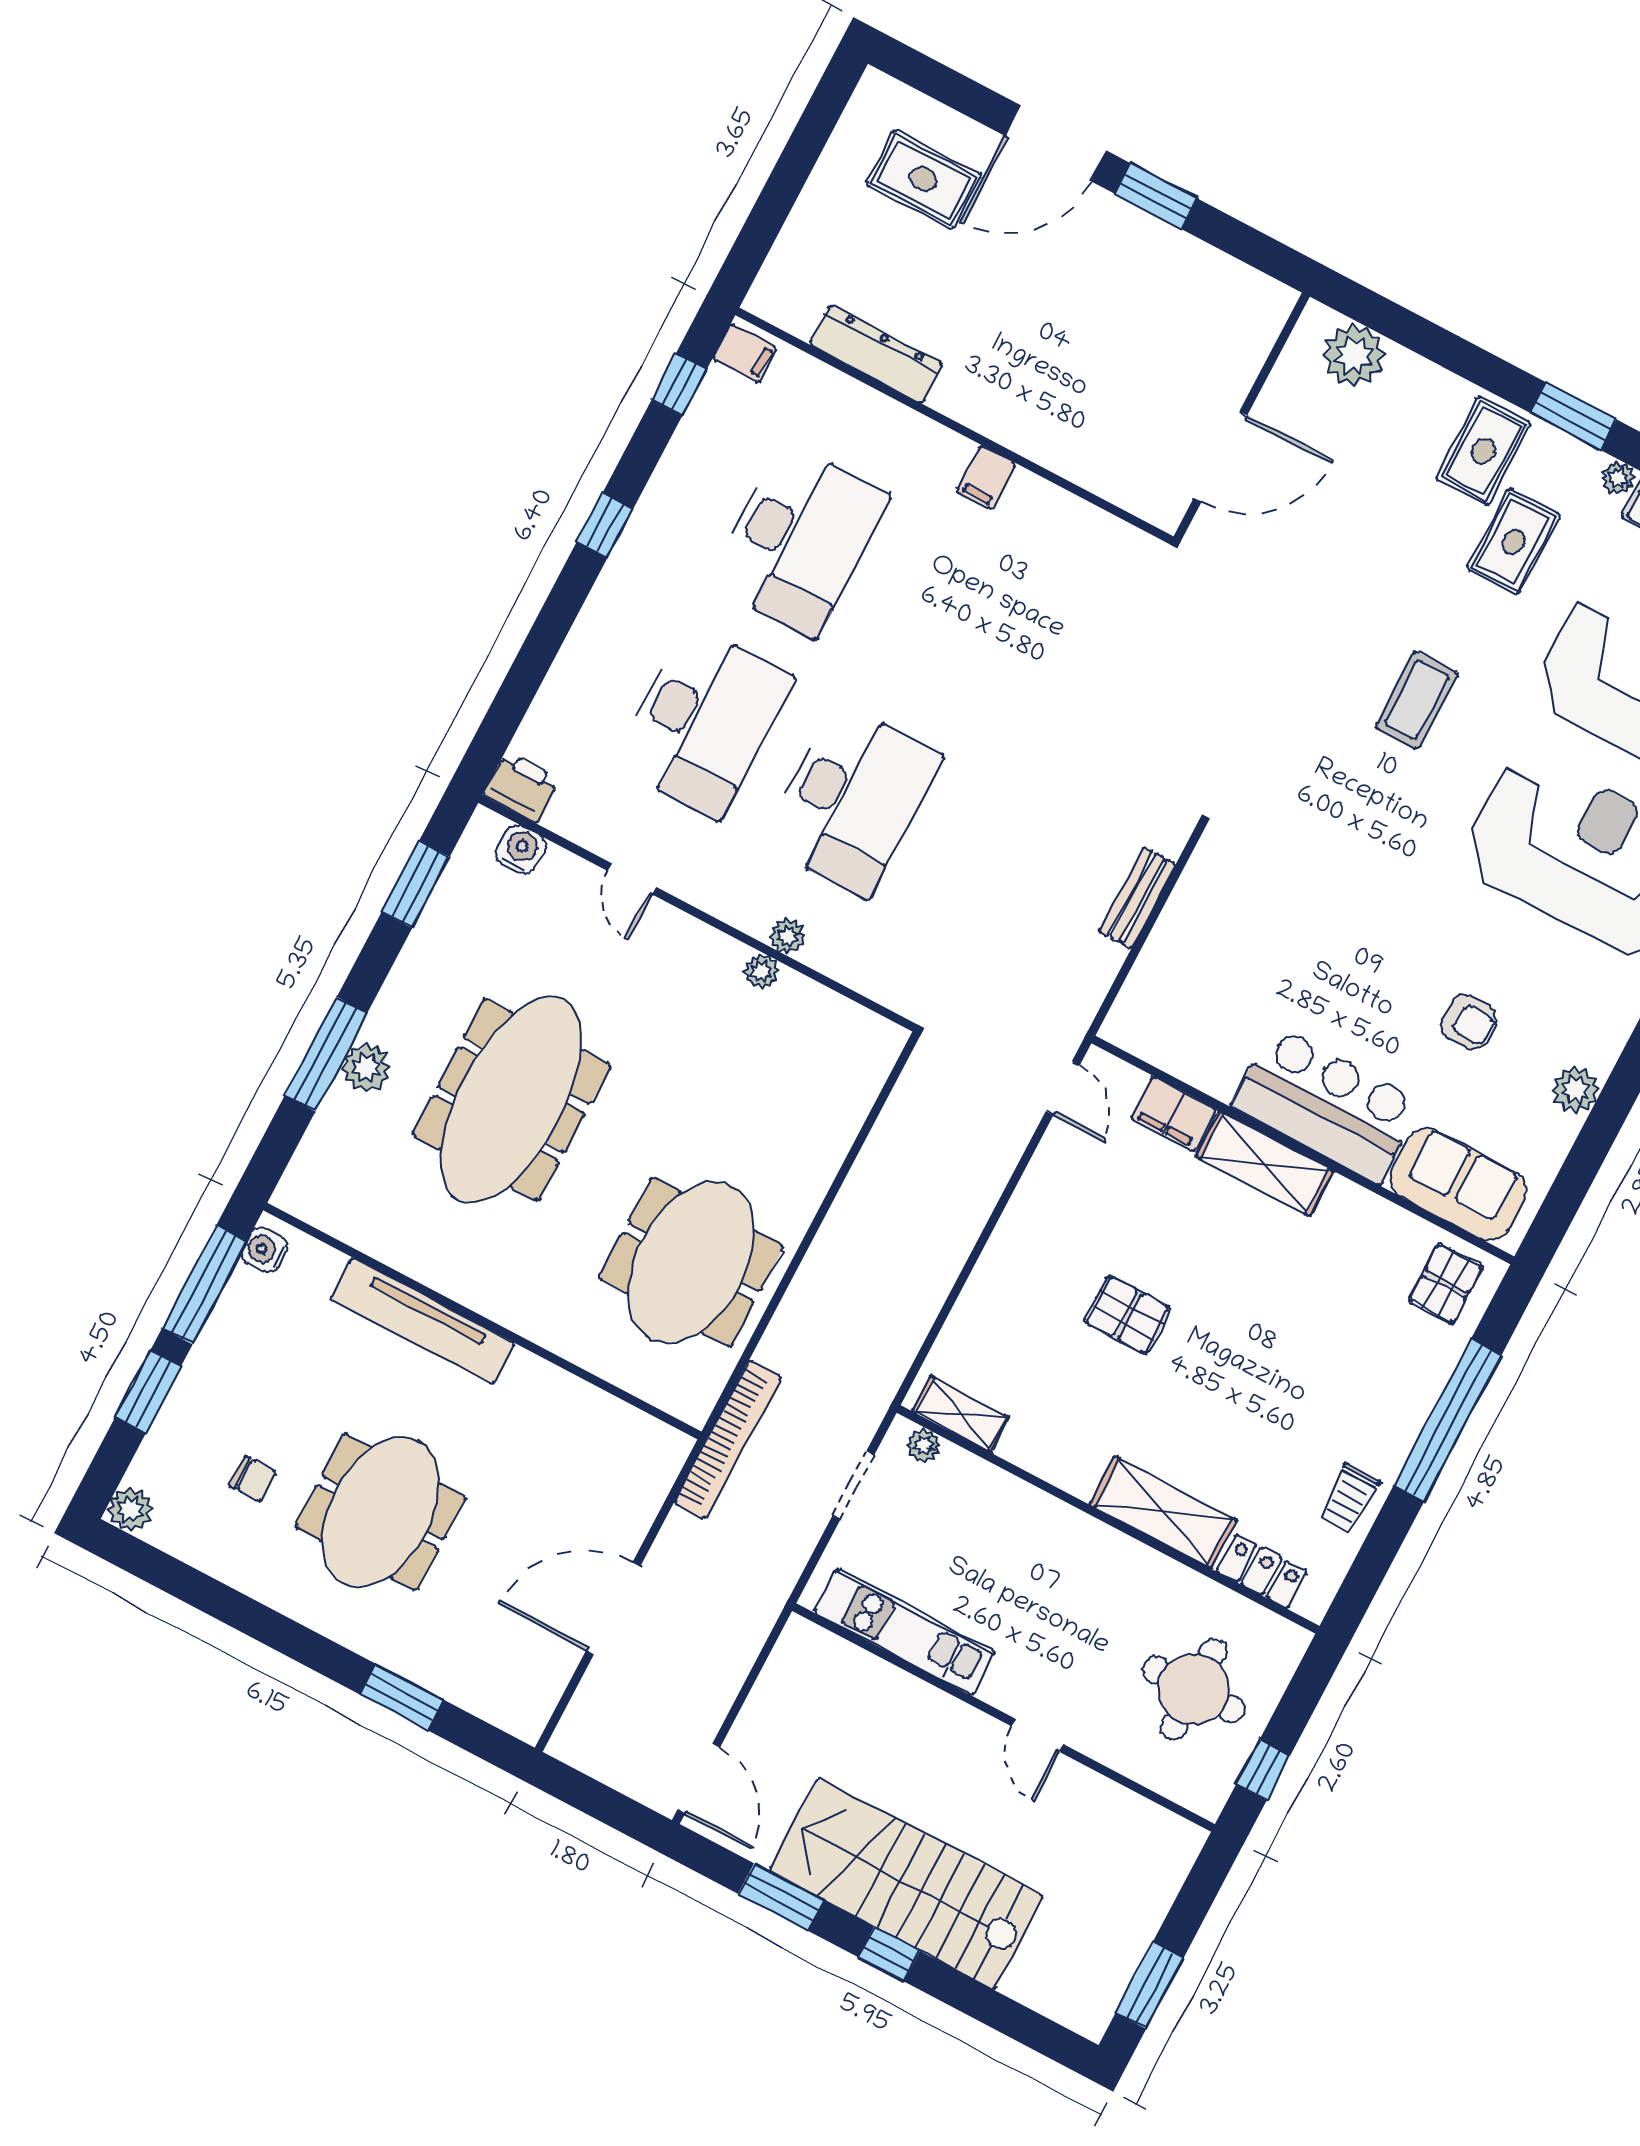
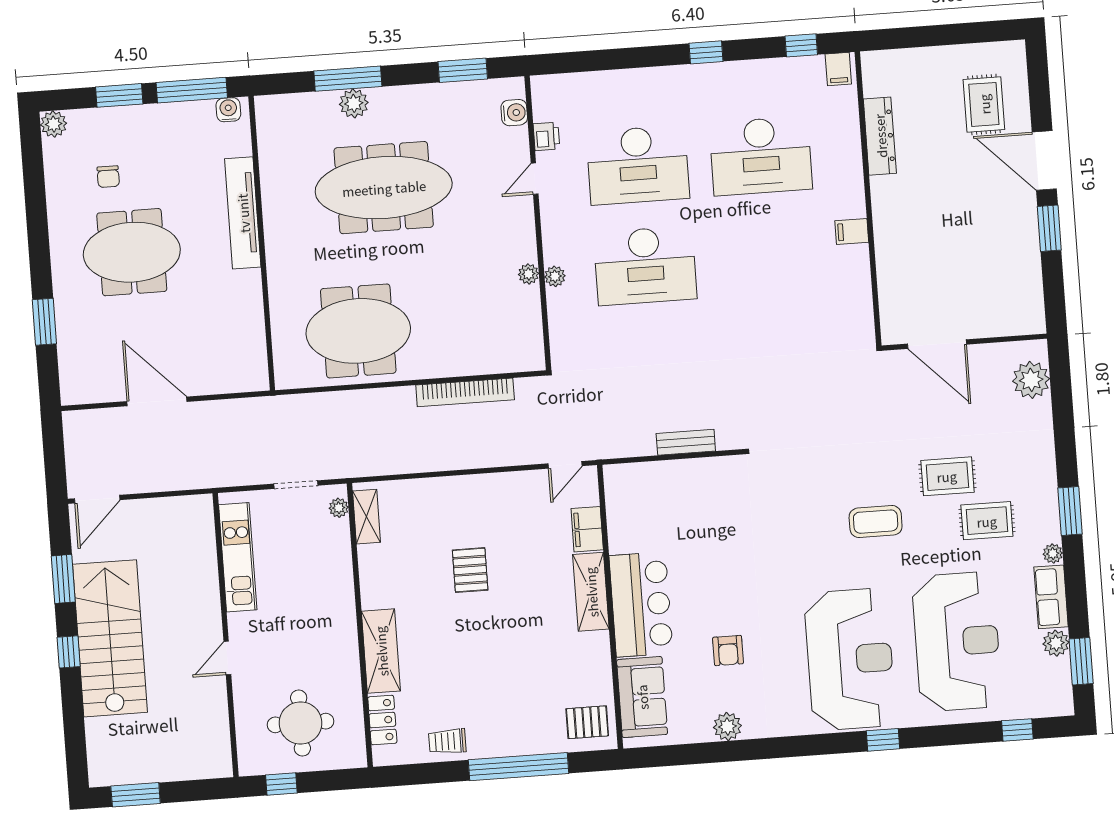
rug: (1483, 451) -> (947, 476), moved
printer: (521, 787) -> (546, 136), moved, width x0.73, depth x0.81
bookcase: (728, 1440) -> (465, 392), moved

